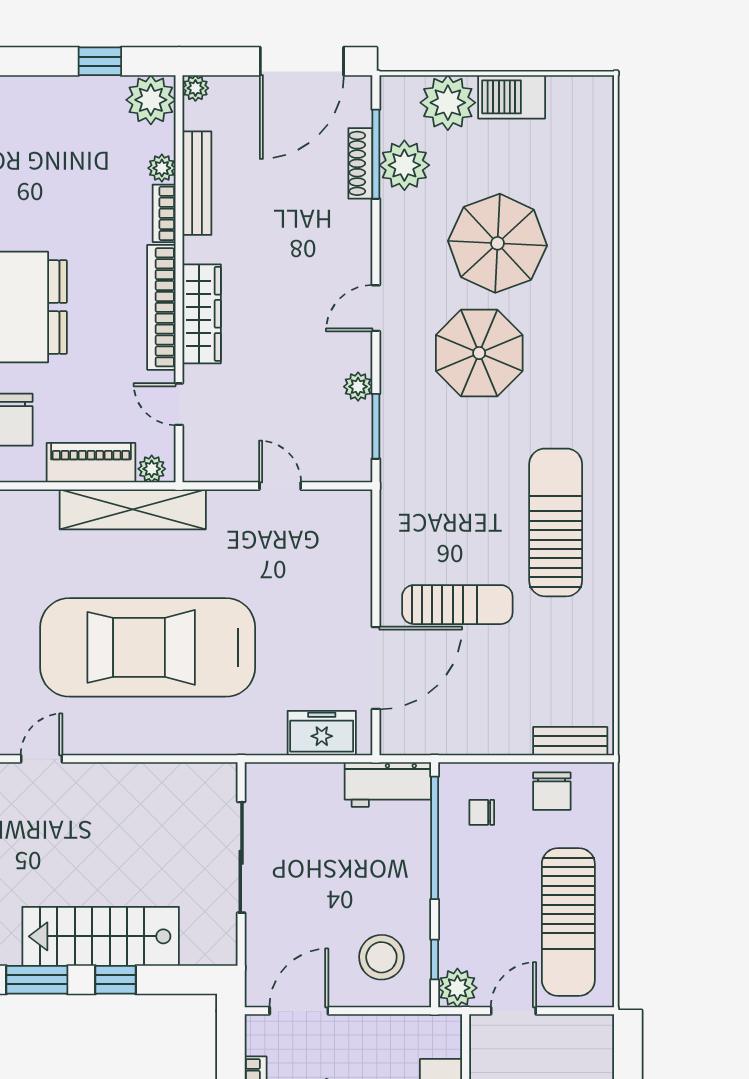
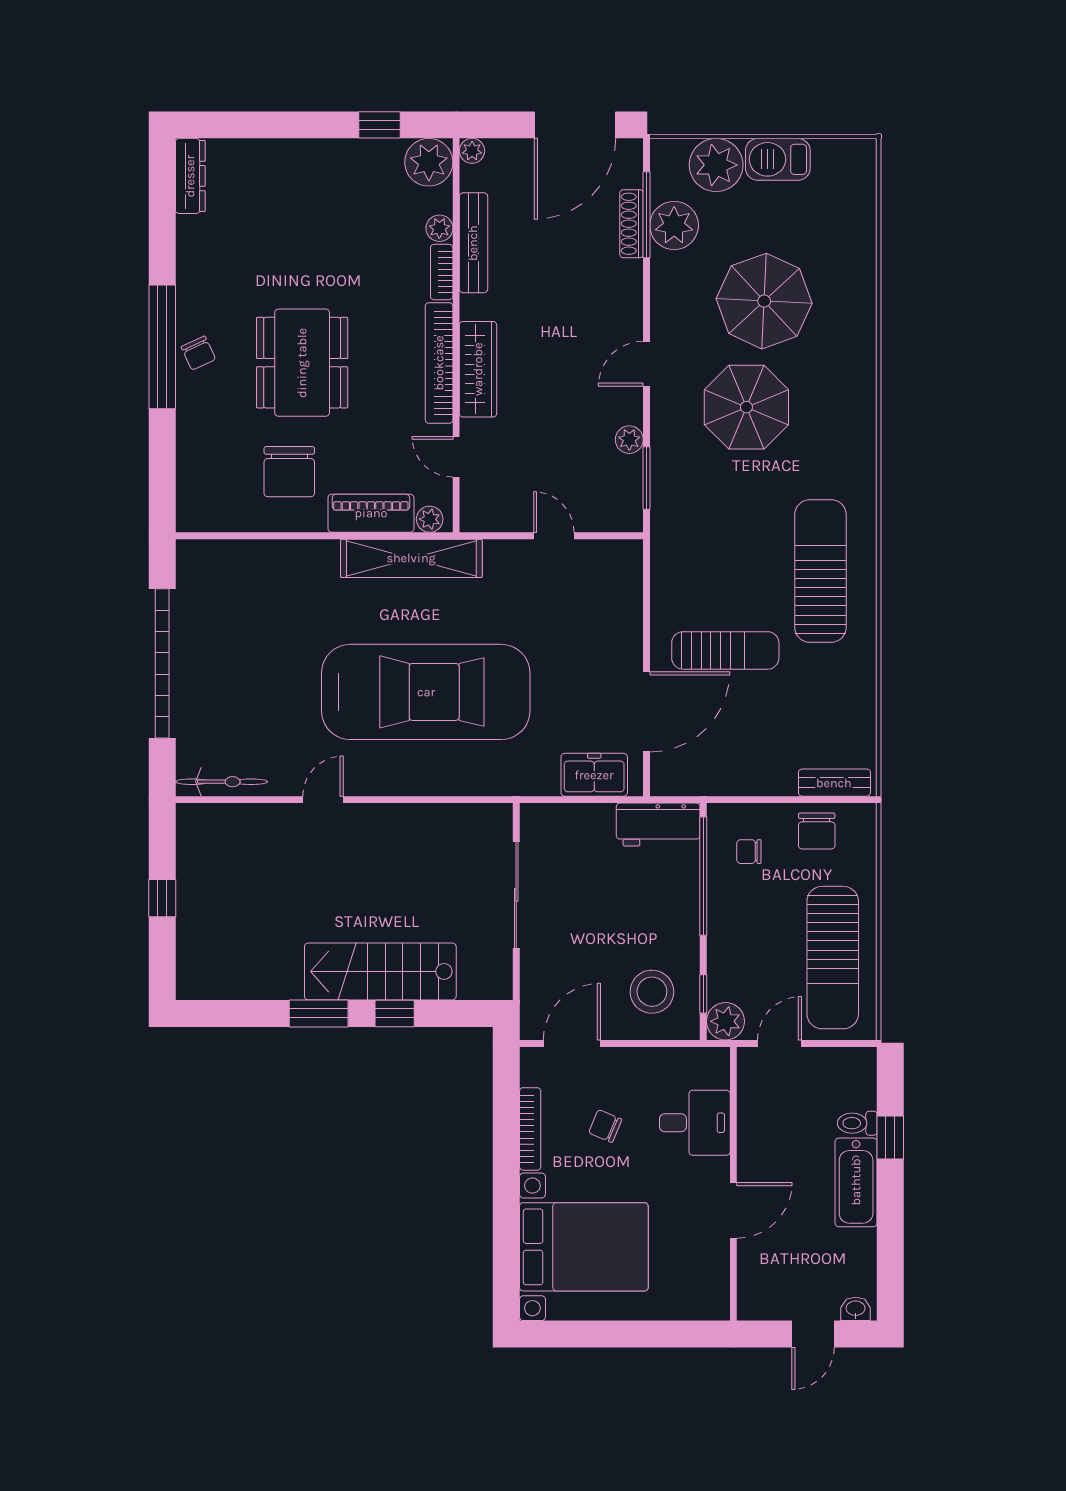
car: (148, 647) -> (426, 692), turned 180

